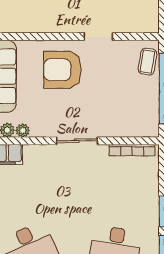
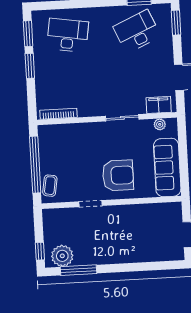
plant: (23, 130) -> (147, 125), removed
sliding door: (77, 141) -> (122, 118), moved

